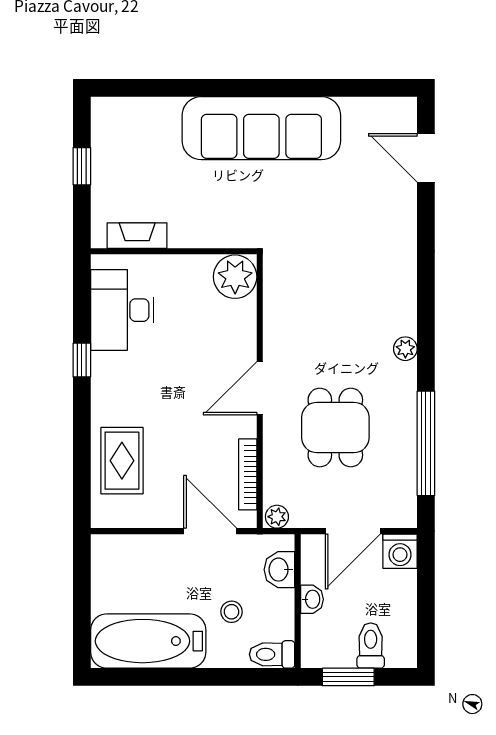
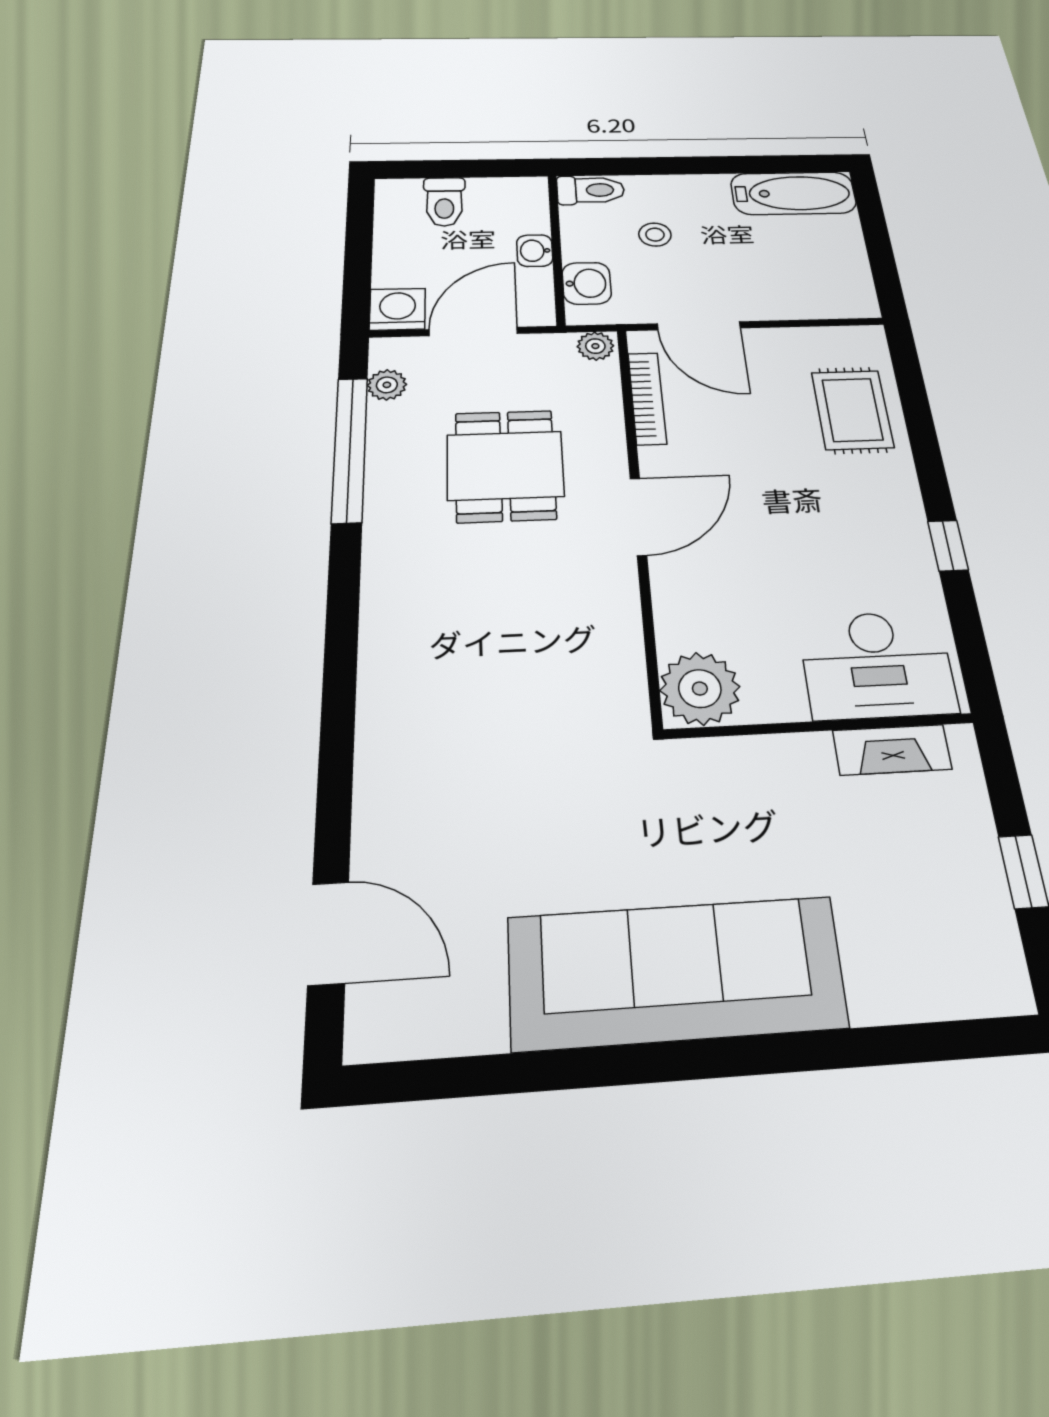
desk: (122, 310) -> (877, 665), moved, turned 90
plant: (405, 349) -> (387, 385), moved
bathtub: (148, 641) -> (793, 193), width x0.73, depth x0.73
window: (348, 677) -> (477, 168), removed

